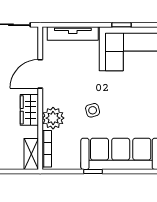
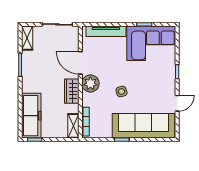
door: (40, 74) -> (80, 63), hinge flipped
plant: (53, 118) -> (90, 83), moved

